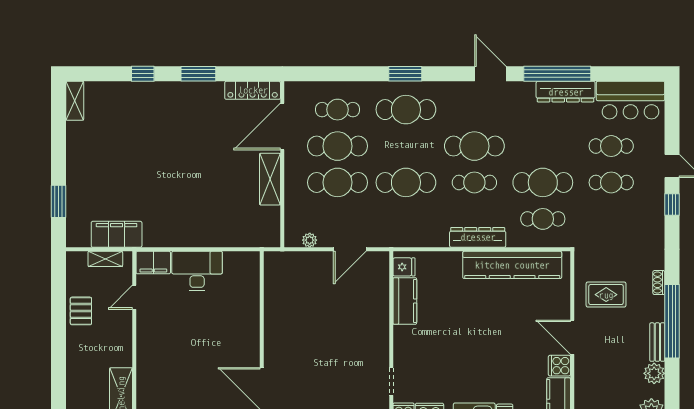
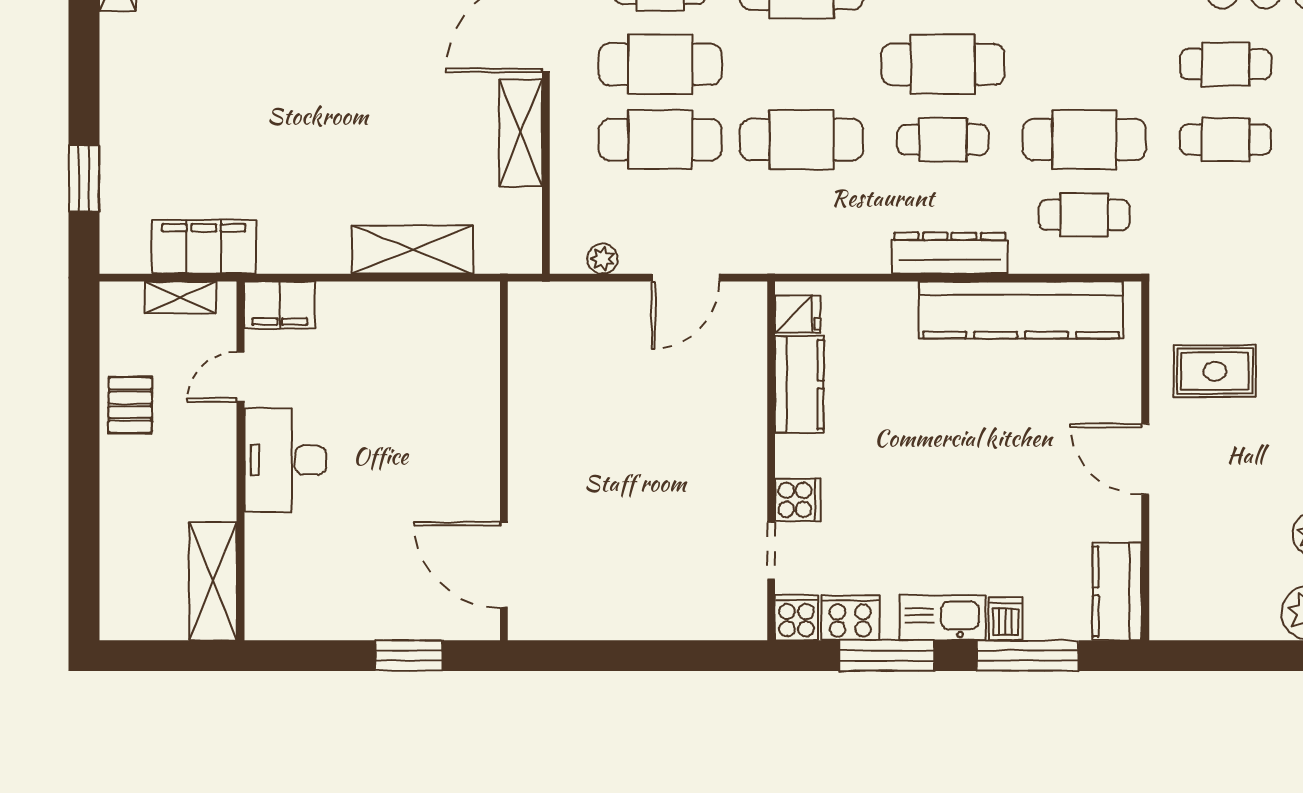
shelving: (218, 236) -> (413, 250), added
desk: (197, 271) -> (285, 460), moved, turned -90
cooker: (559, 366) -> (798, 500), moved, turned 180

